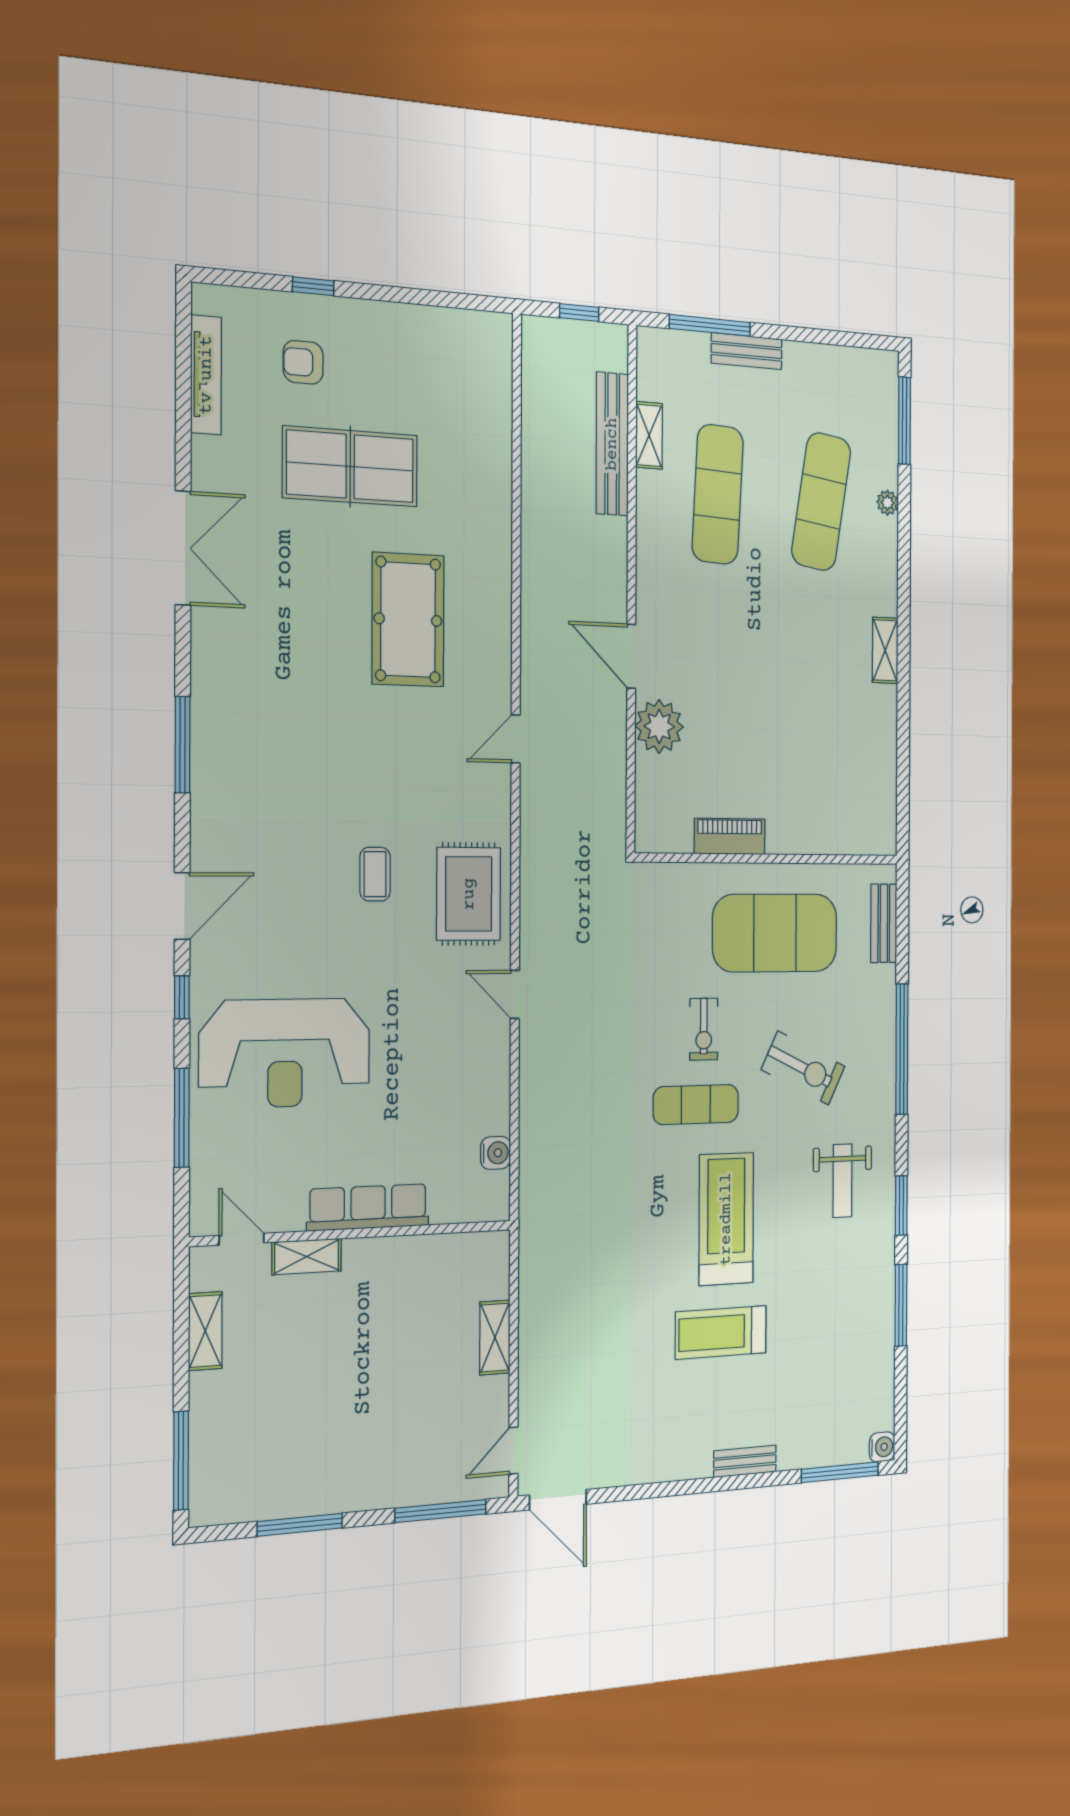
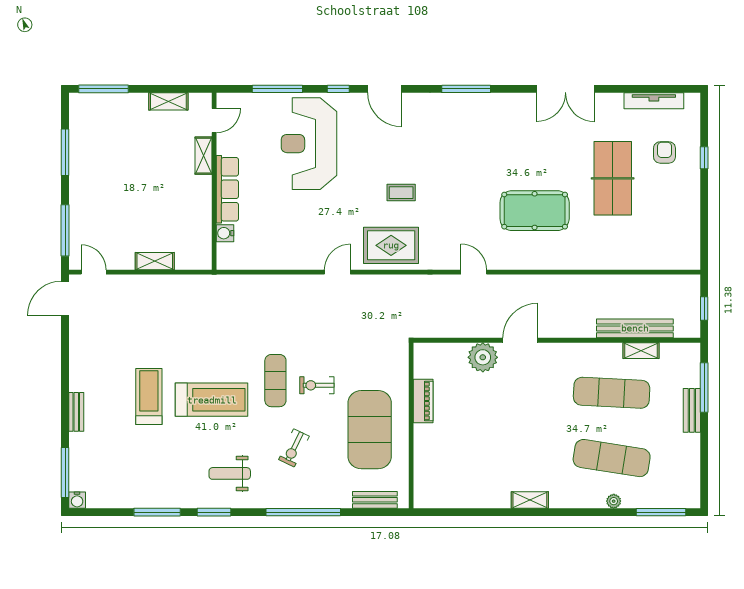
exercise bike: (803, 1068) -> (294, 448), width x0.73, depth x0.72
water cooler: (496, 1153) -> (225, 233), moved, turned 90

